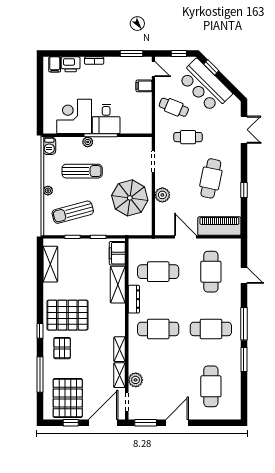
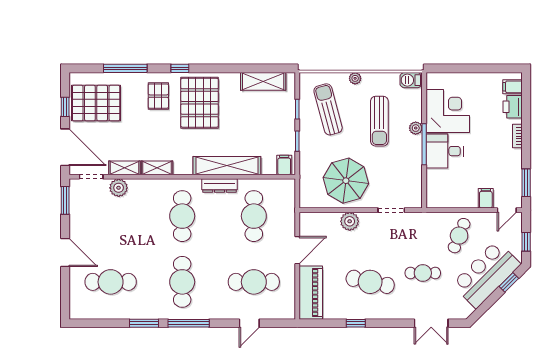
cafe table: (188, 137) -> (423, 273), moved, turned 90
filing cabinet: (117, 253) -> (284, 165), width x0.50
shelving: (118, 285) -> (227, 166), width x1.47
pallet: (62, 348) -> (158, 96), turned 90
door: (177, 423) -> (65, 252), moved

